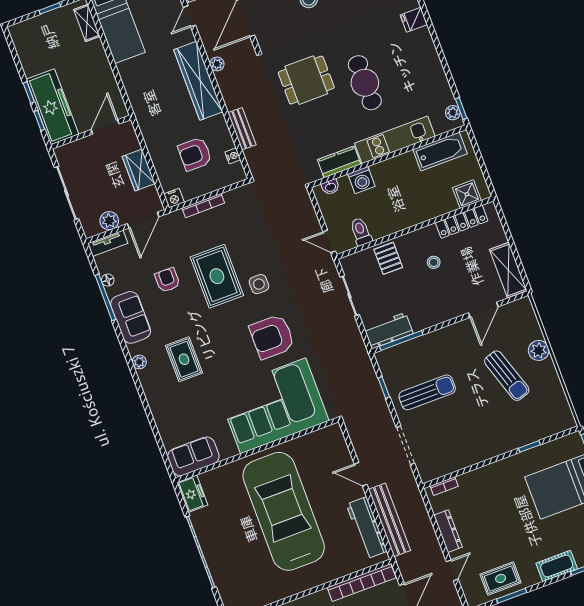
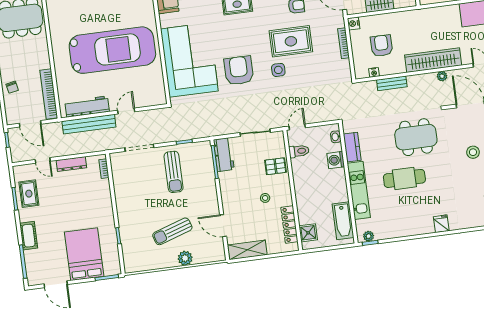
dining table: (306, 80) -> (416, 137), width x1.38

